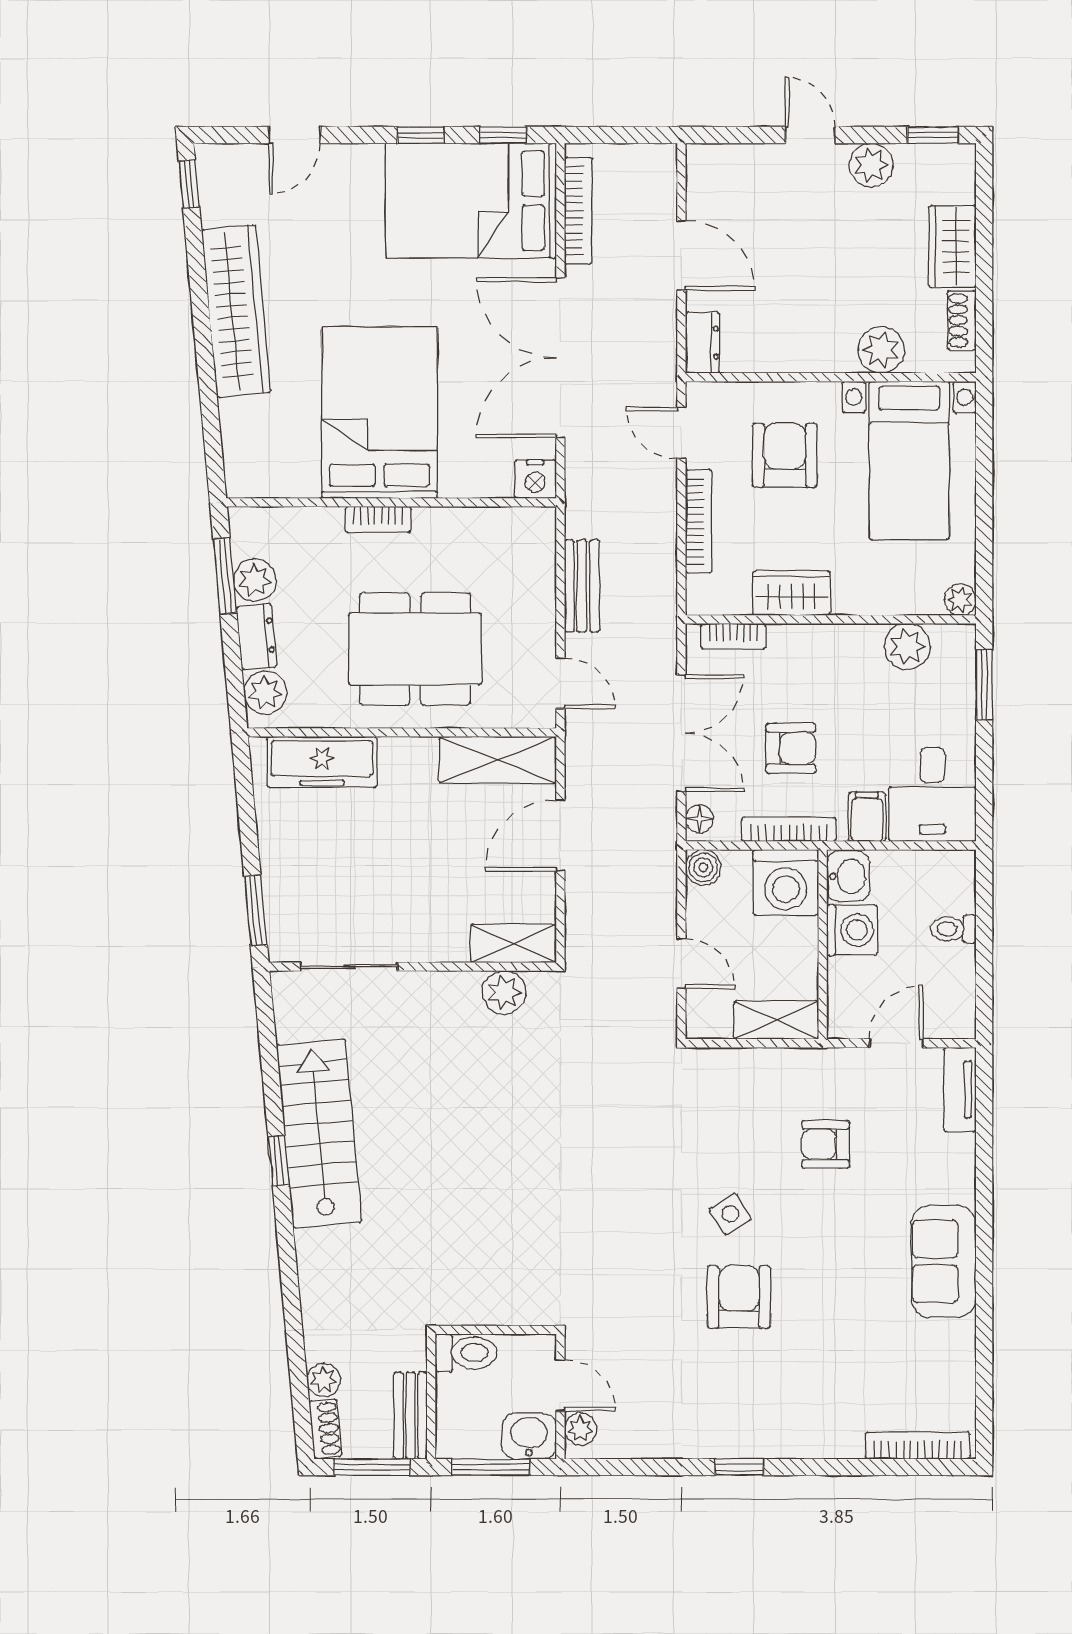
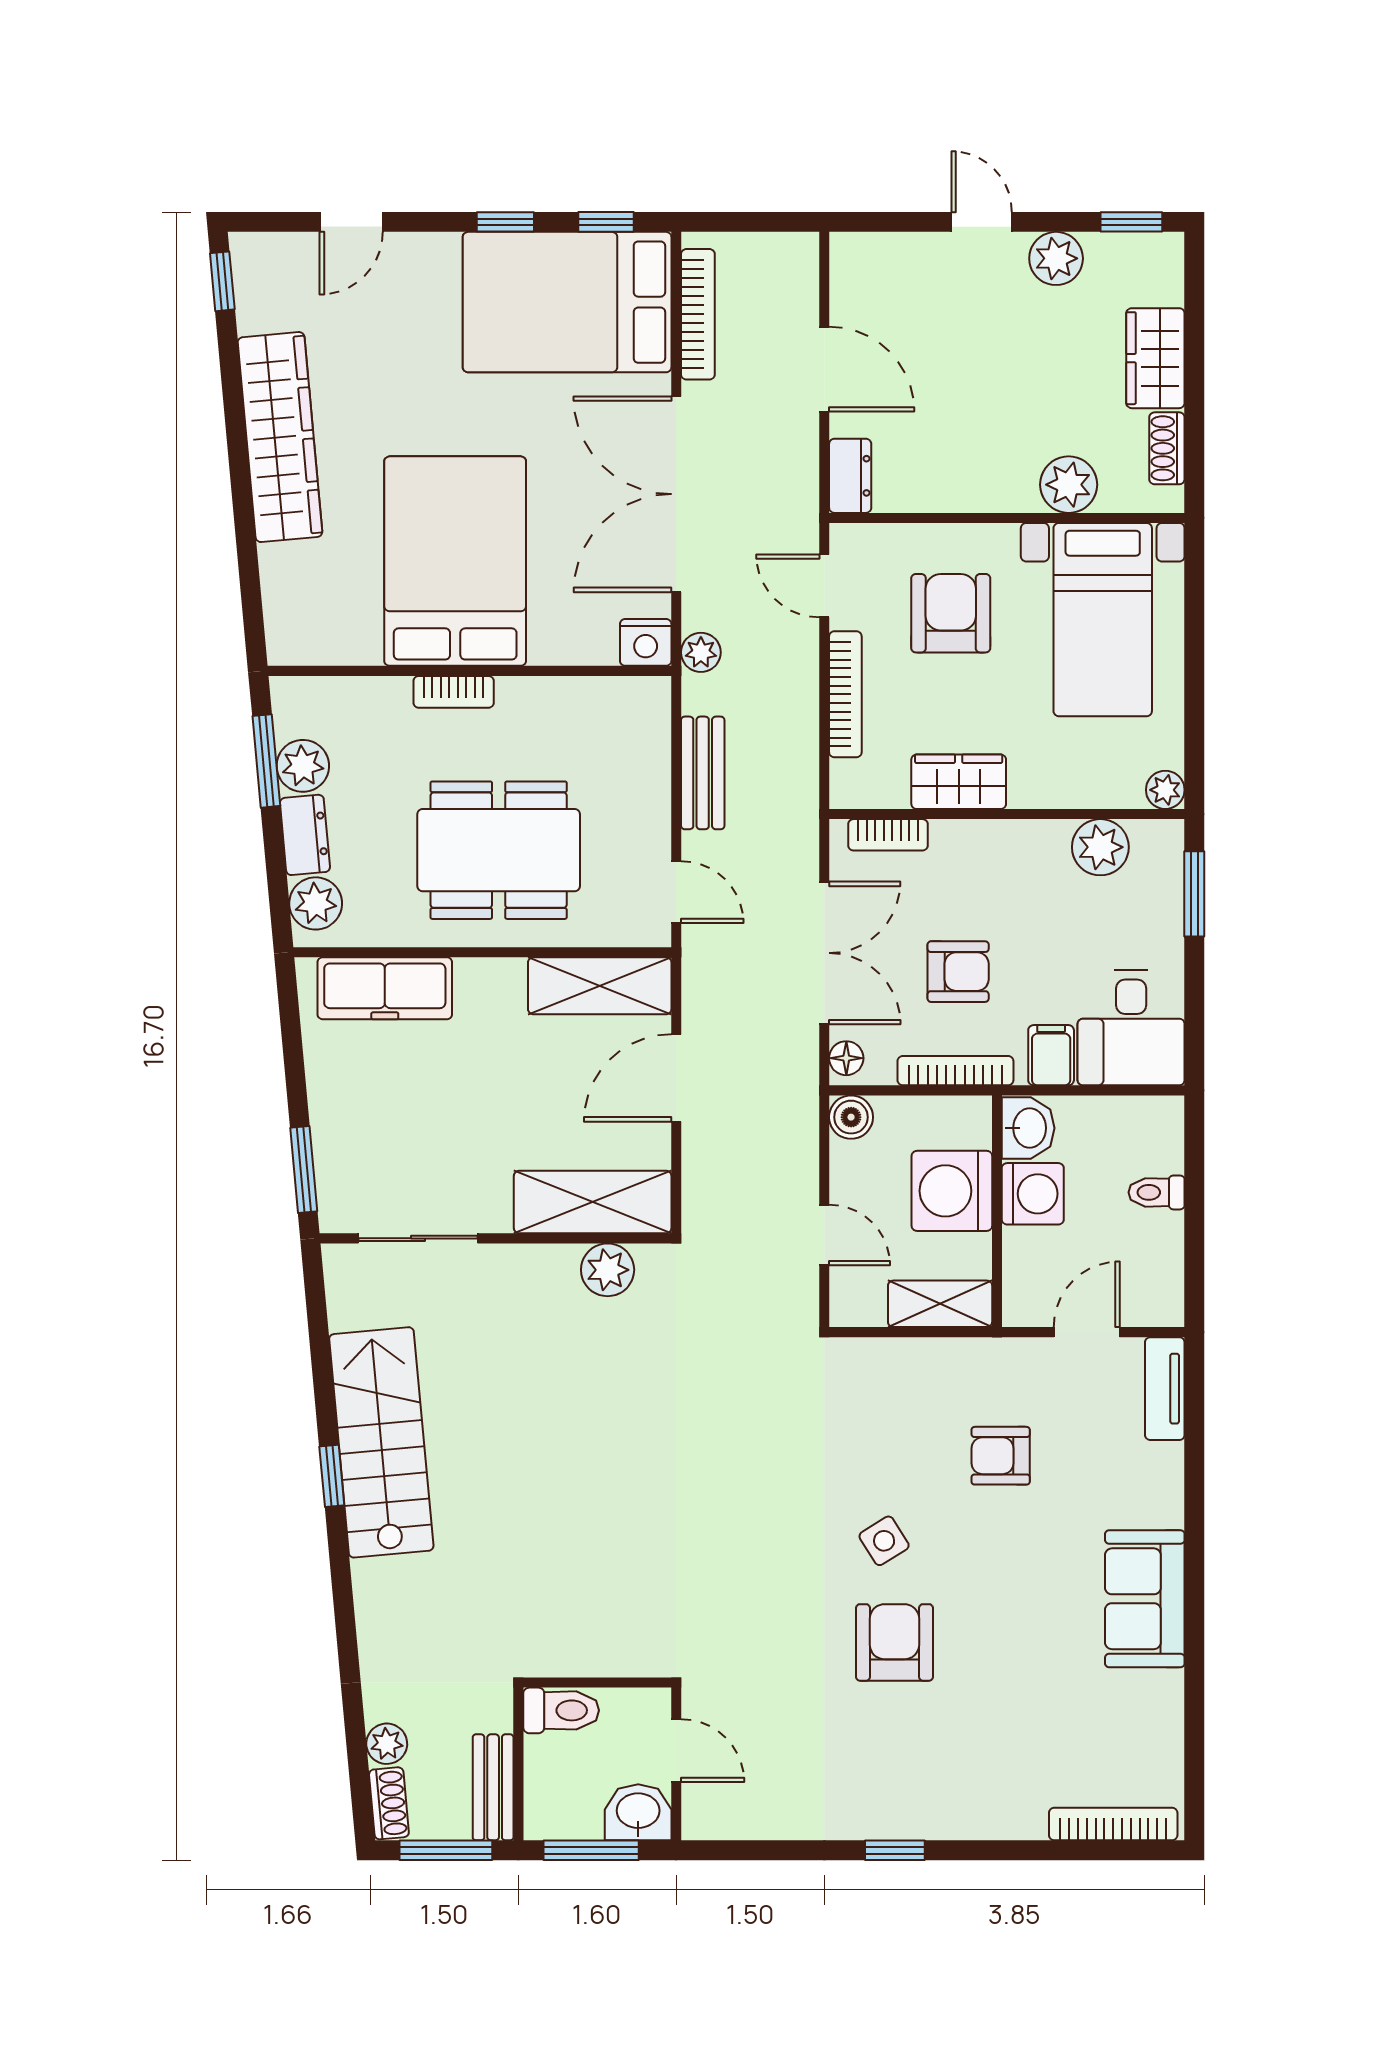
washing machine: (786, 882) -> (952, 1191), moved, turned 90
shelving: (513, 943) -> (593, 1202), width x1.50, depth x1.33
plant: (580, 1429) -> (701, 652), moved

